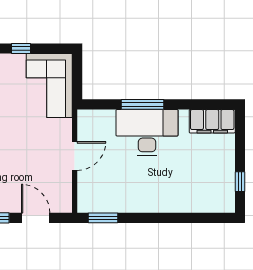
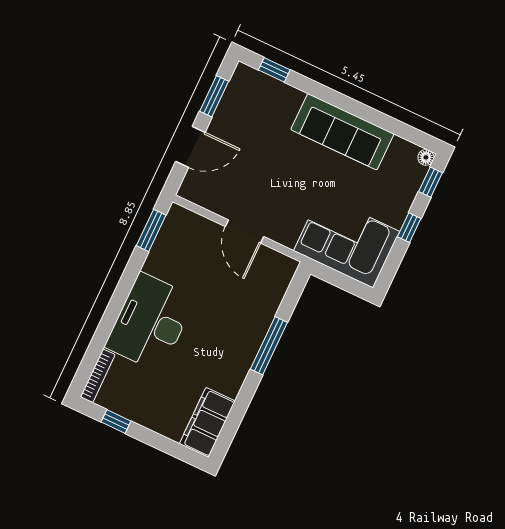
desk: (147, 132) -> (150, 322), moved, turned 180
bookcase: (216, 208) -> (98, 376), added

